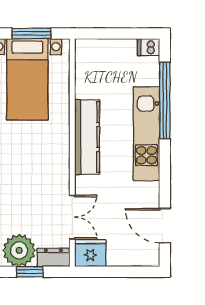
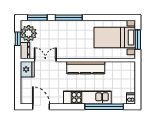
double door: (72, 217) -> (45, 60), swing flipped
door: (165, 226) -> (41, 107), hinge flipped

